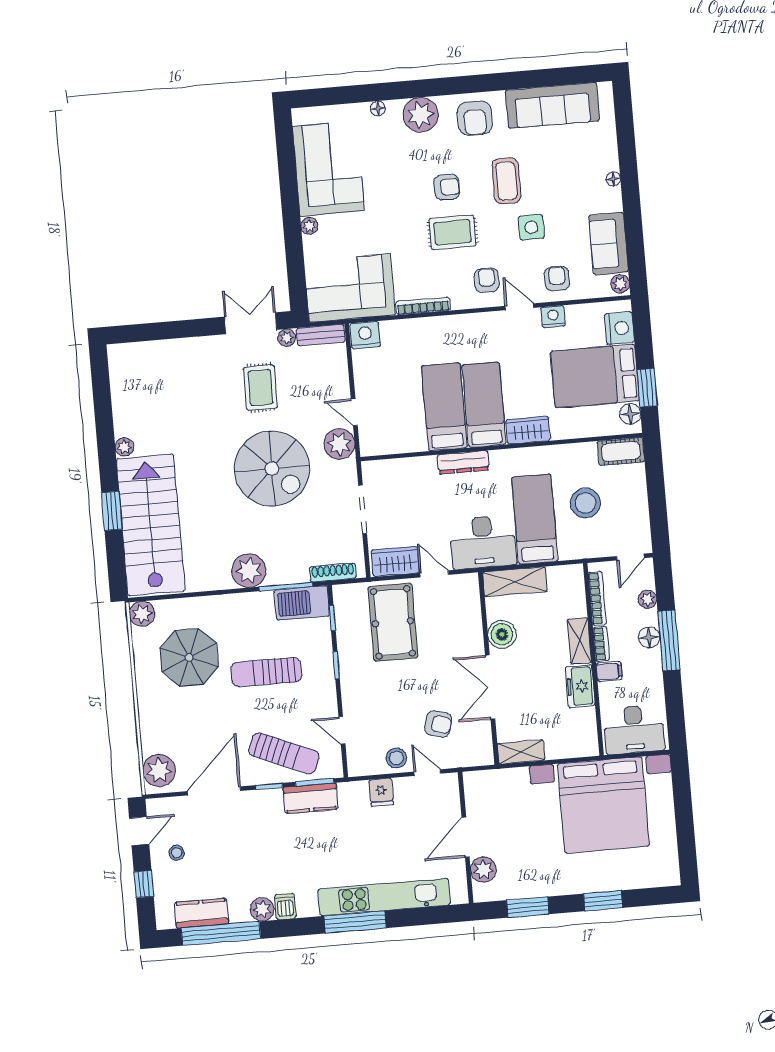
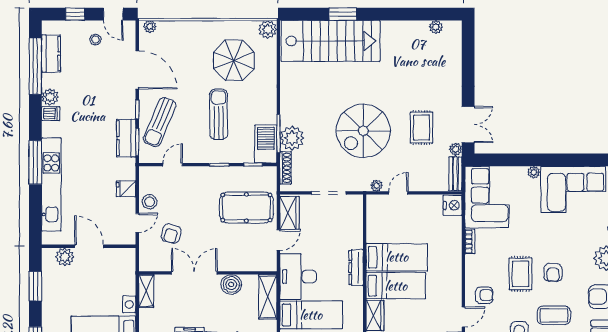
bookcase: (423, 306) -> (470, 241), width x0.64
rug: (260, 388) -> (422, 128), turned 90
plant: (339, 444) -> (377, 185), width x0.53, depth x0.53
plant: (124, 447) -> (436, 27), moved
plant: (249, 571) -> (292, 138), moved
plant: (159, 770) -> (150, 27), width x0.53, depth x0.53

